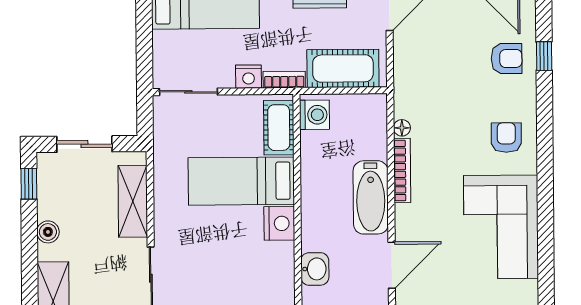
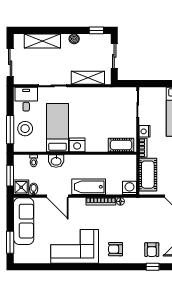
washing machine: (314, 115) -> (130, 188), moved, turned 180
armchair: (506, 138) -> (116, 249), turned 180
bed: (241, 181) -> (58, 128), moved

